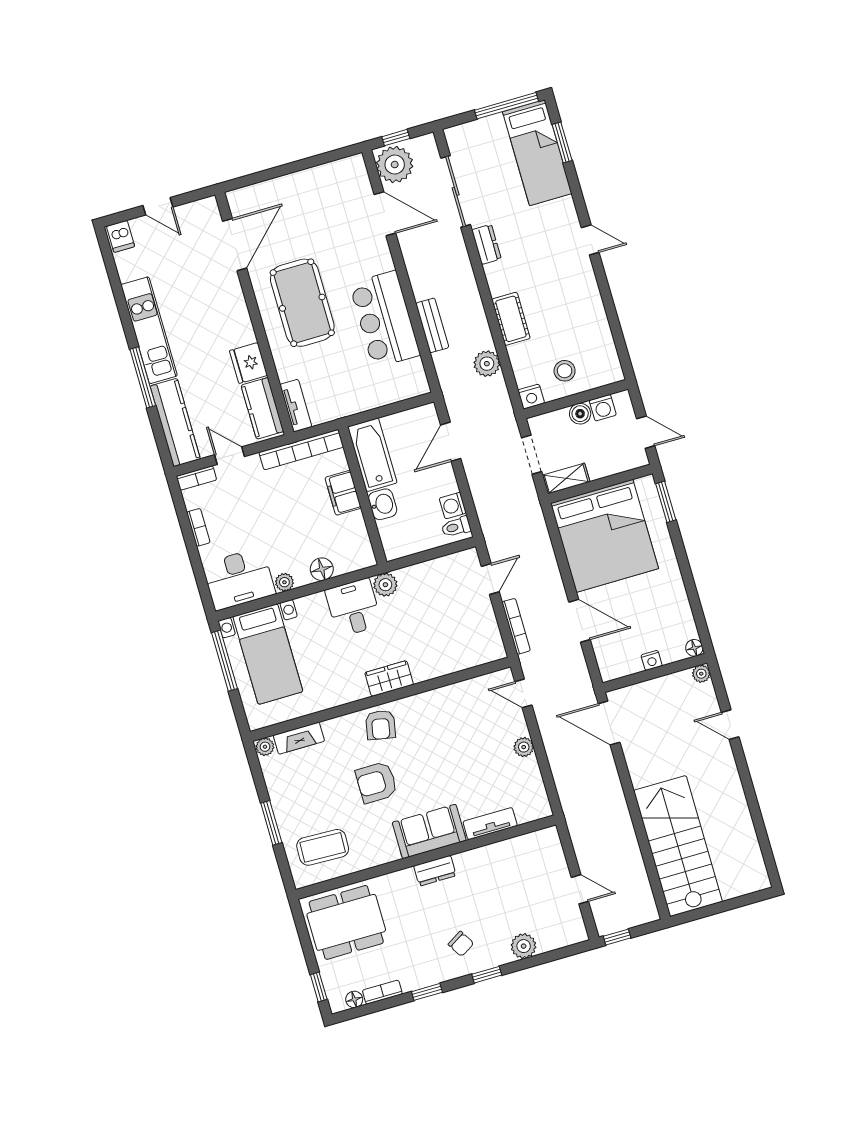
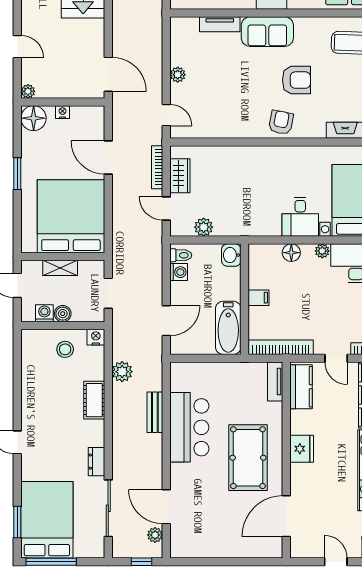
bed: (537, 153) -> (47, 520), width x1.50
plant: (395, 165) -> (155, 535), width x0.53, depth x0.53
fridge: (248, 363) -> (302, 449), moved
shelving: (566, 478) -> (60, 268), moved
filing cabinet: (343, 493) -> (259, 298), width x0.50
window: (666, 502) -> (17, 174), moved
washbasin: (383, 504) -> (231, 255), moved
door: (490, 579) -> (166, 208), hinge flipped
plant: (385, 585) -> (204, 227), moved
desk: (354, 608) -> (300, 217), moved
floor lamp: (694, 648) -> (34, 118), width x1.89, depth x1.89
wardrobe: (389, 679) -> (180, 176), moved, turned -90

